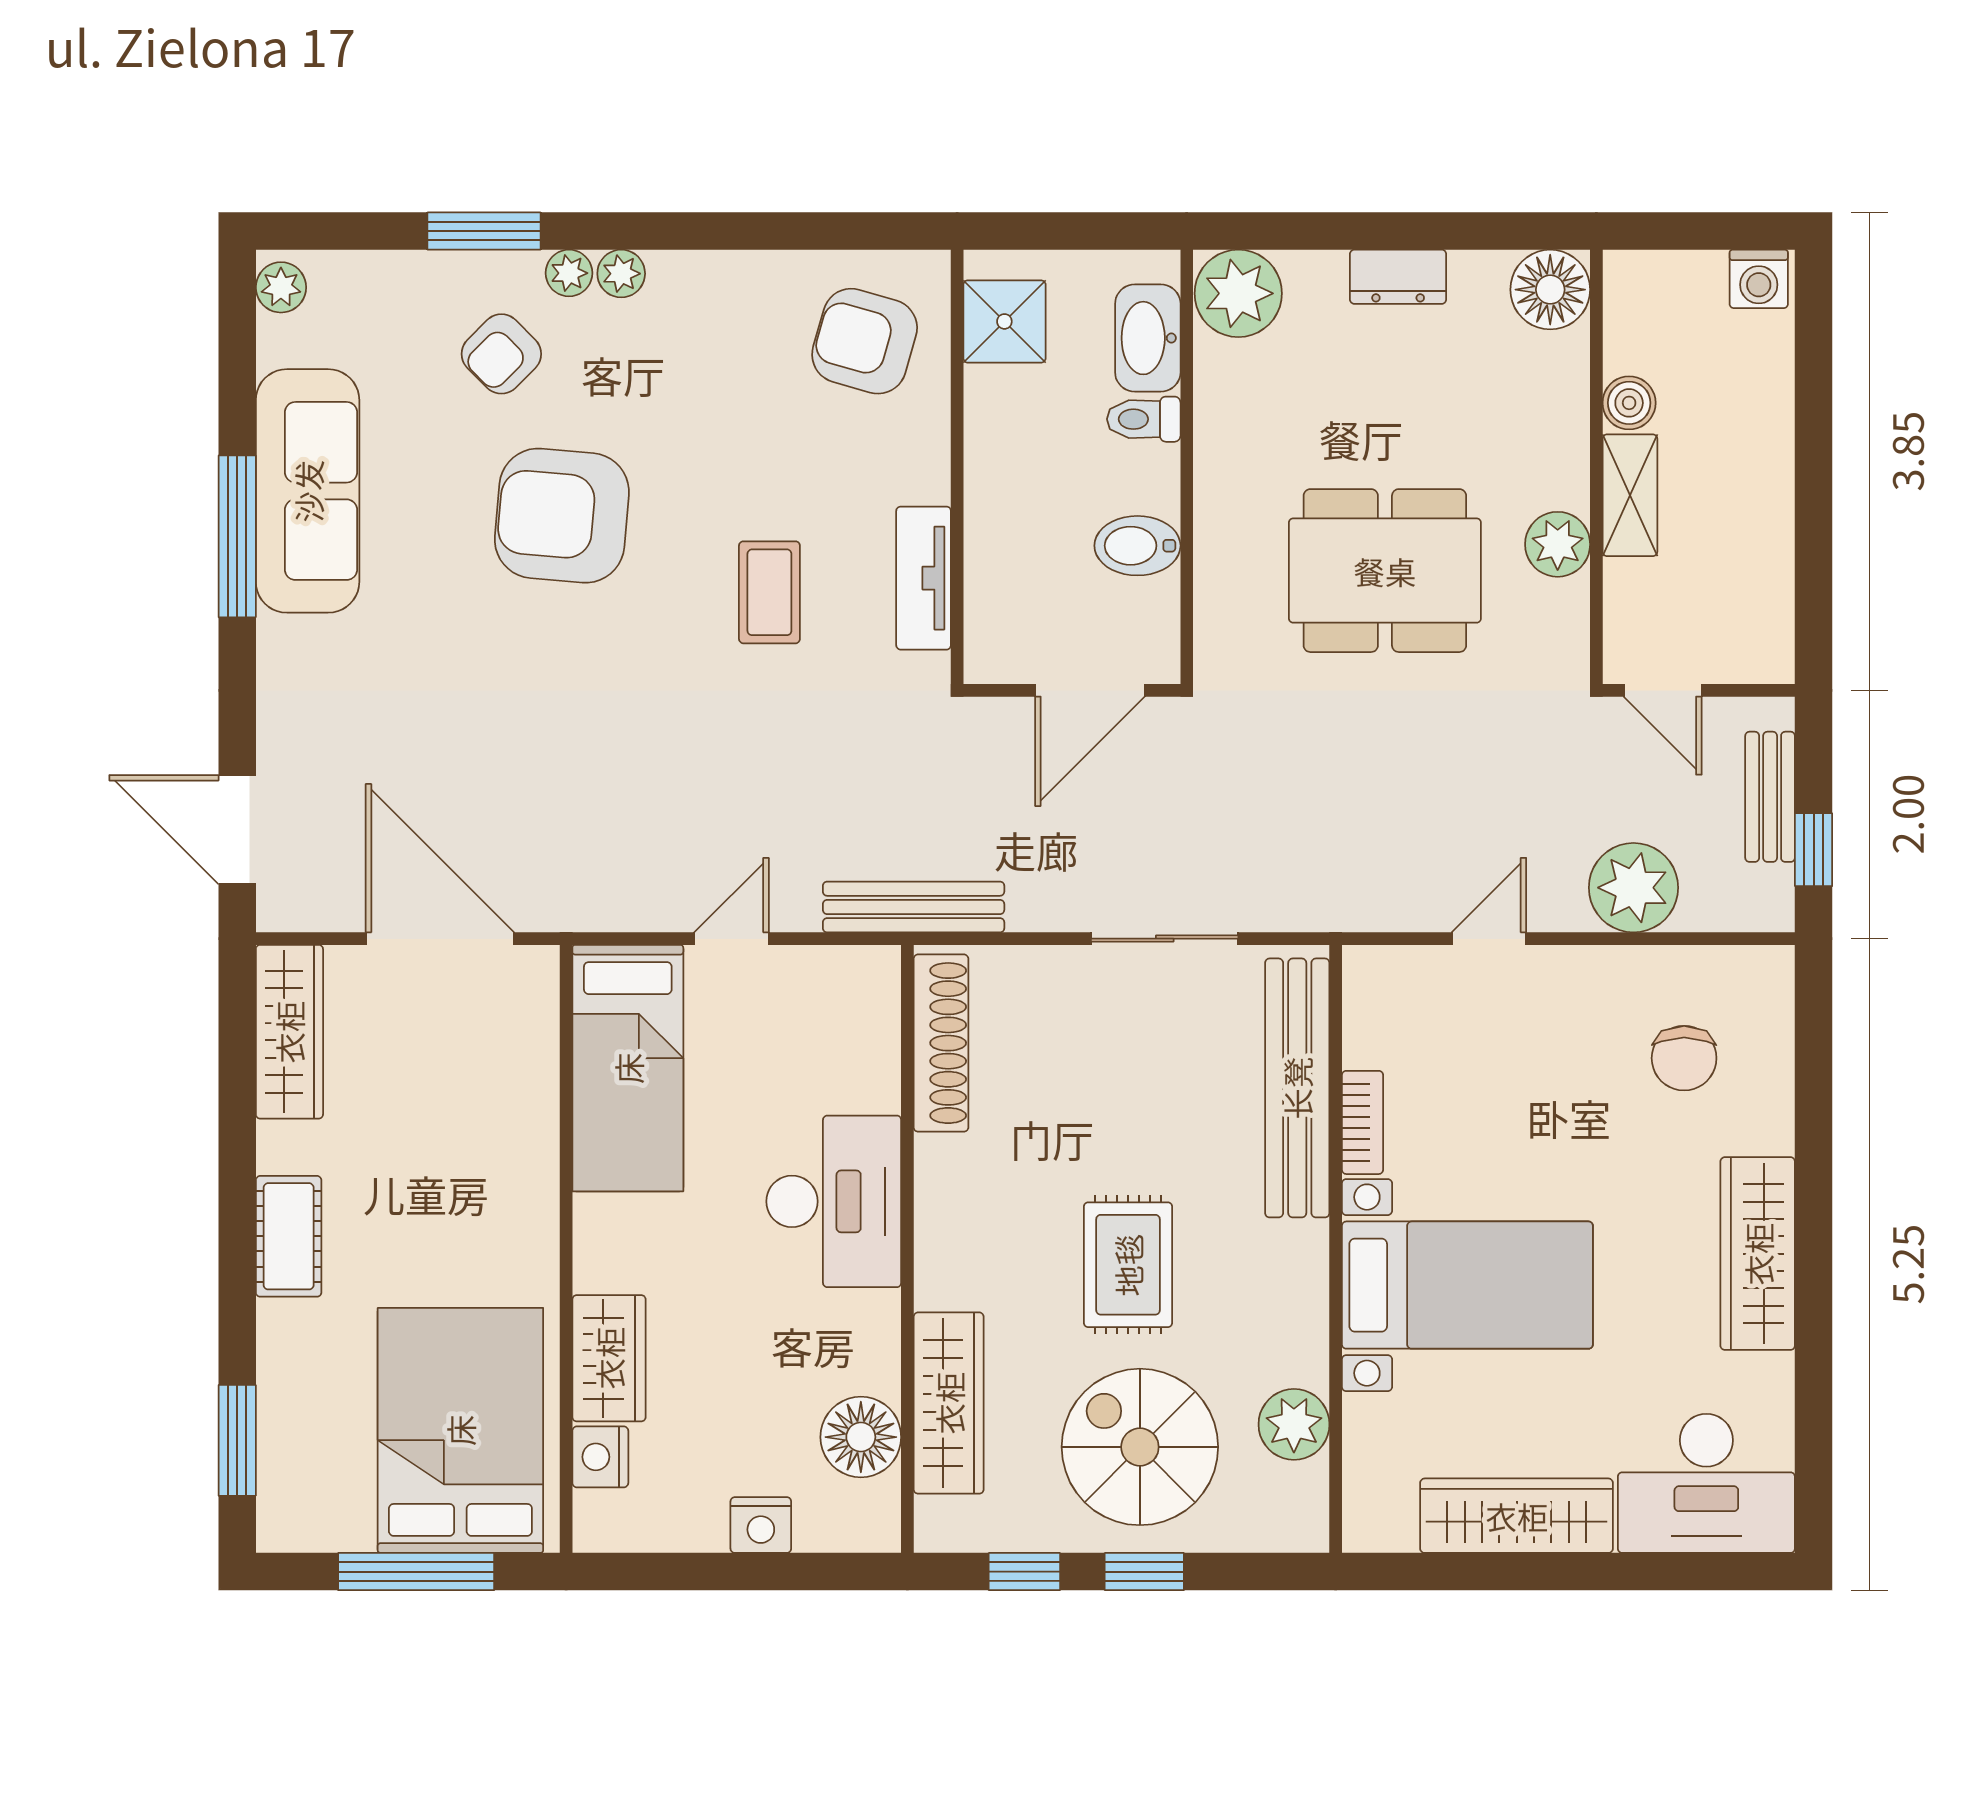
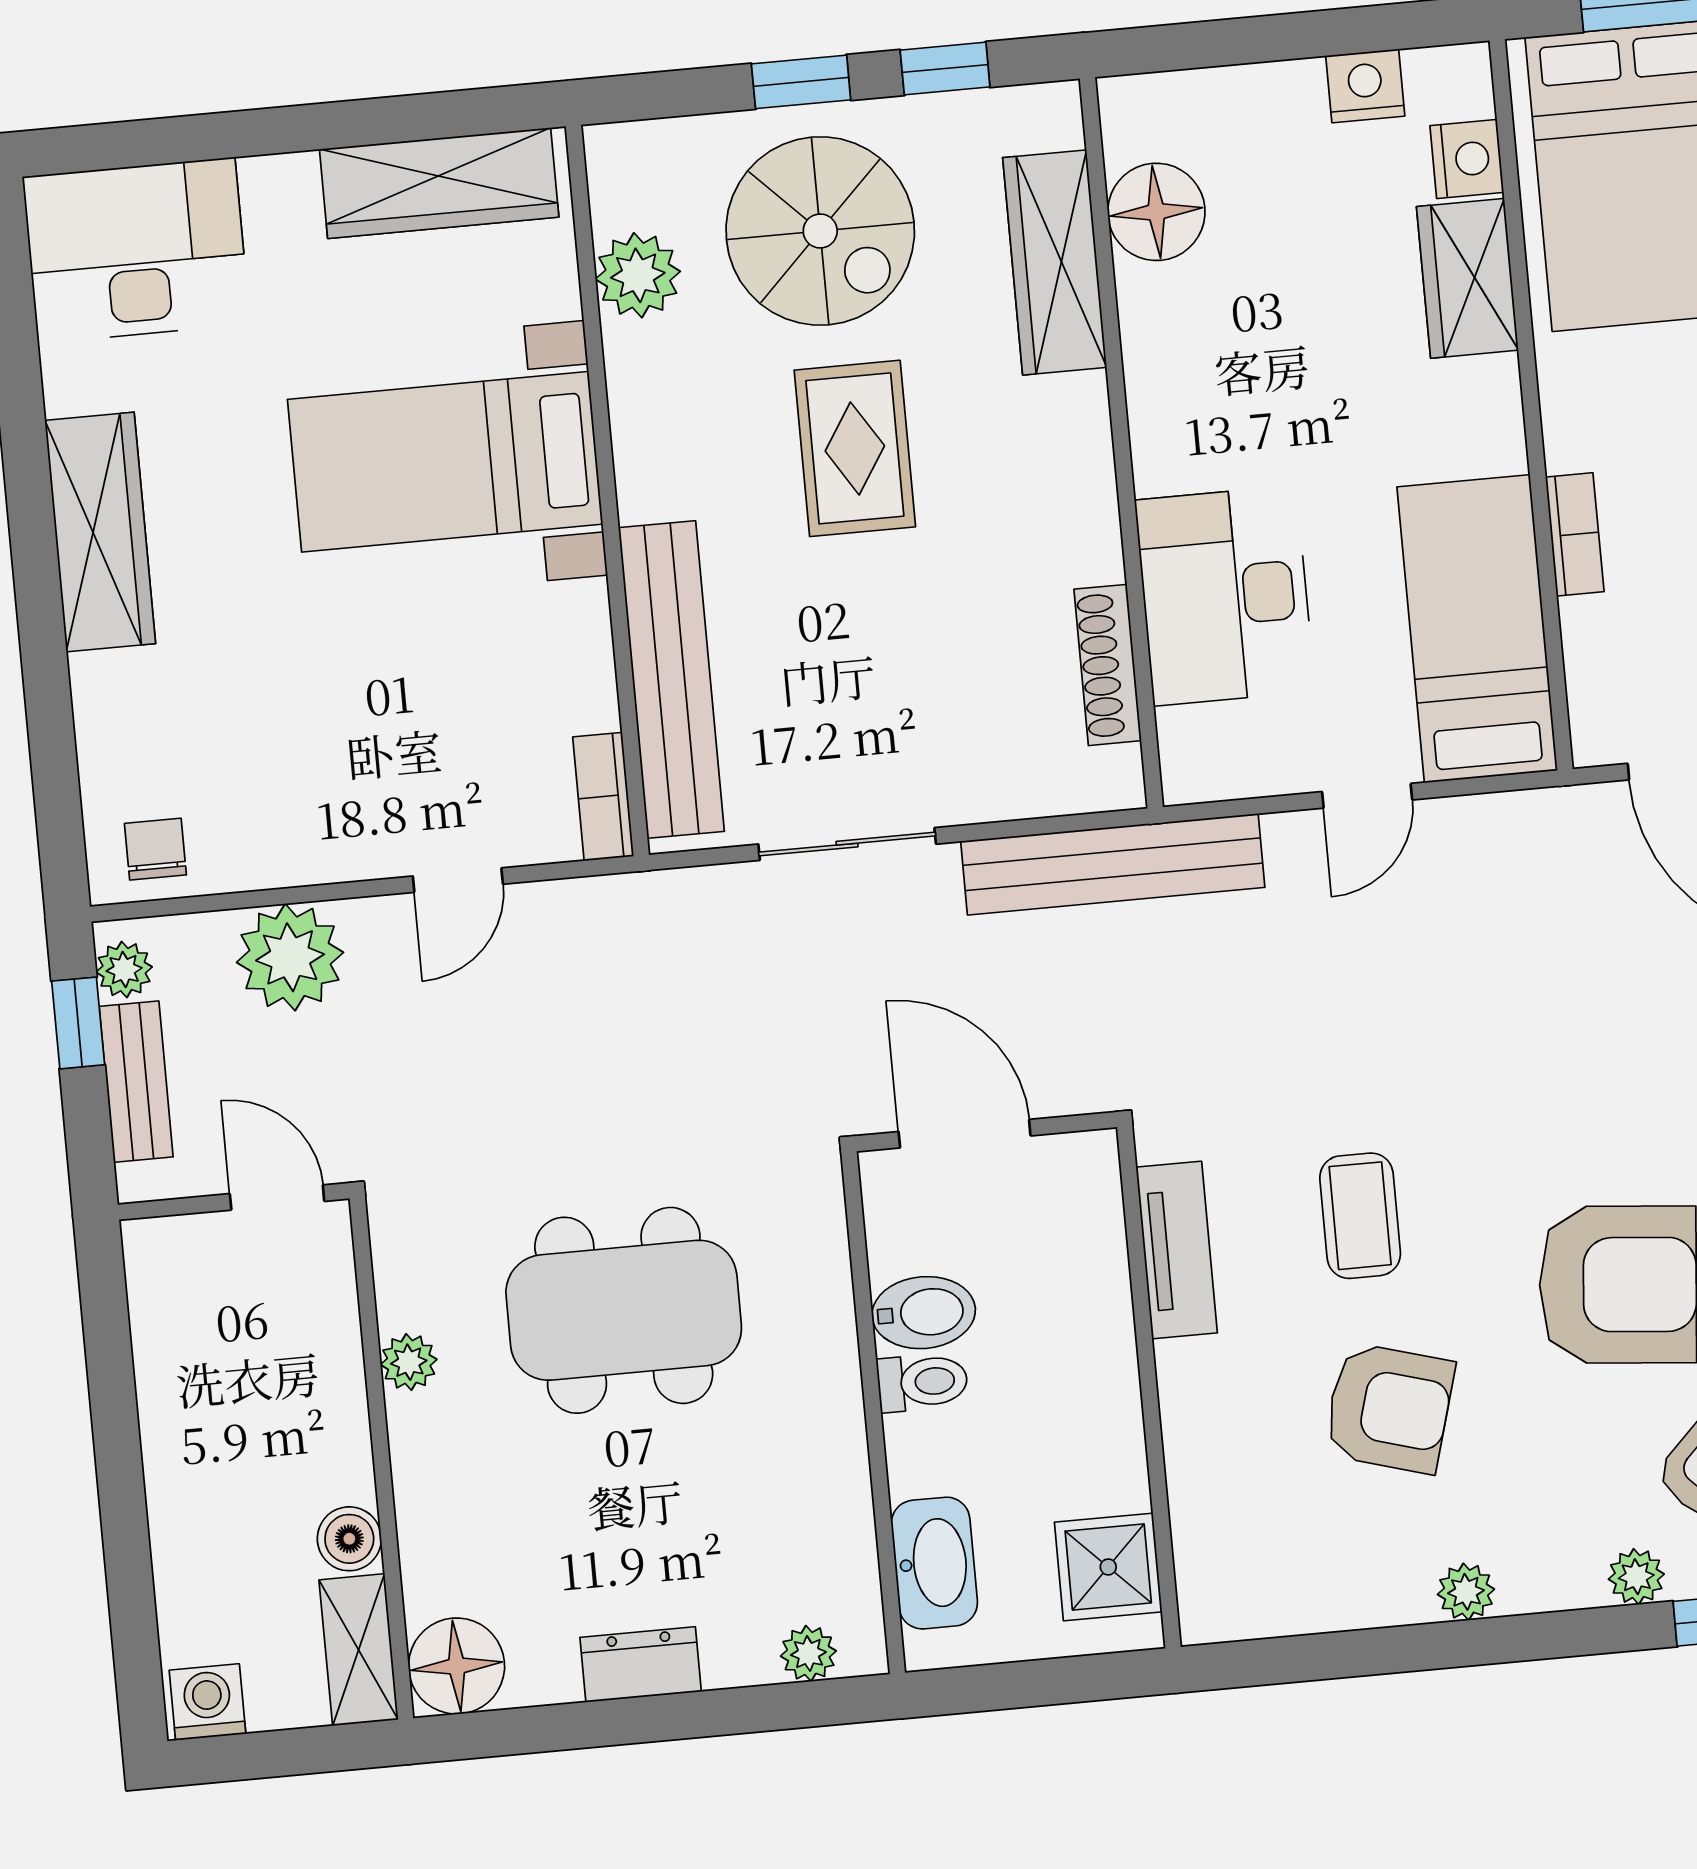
plant: (621, 274) -> (1466, 1592), moved
plant: (1238, 293) -> (808, 1653), width x0.53, depth x0.53
armchair: (865, 341) -> (1389, 1408), moved
toilet: (1144, 419) -> (922, 1382), moved
shelving: (1630, 495) -> (359, 1650), moved
plant: (1558, 544) -> (409, 1362), width x0.73, depth x0.73
door: (1090, 690) -> (965, 1134), hinge flipped
plant: (1771, 890) -> (124, 970), added
bench: (914, 907) -> (1113, 864), width x1.37, depth x1.21
shoe rack: (941, 1043) -> (1108, 665), width x0.74, depth x0.81
chair: (1684, 1058) -> (155, 849), moved, width x0.73, depth x0.73
bookcase: (1363, 1122) -> (603, 797), moved
bookcase: (540, 1139) -> (1575, 534), added
desk: (834, 1201) -> (1225, 596), moved
wardrobe: (1517, 1516) -> (439, 183), moved
nightstand: (761, 1525) -> (1365, 86), moved

